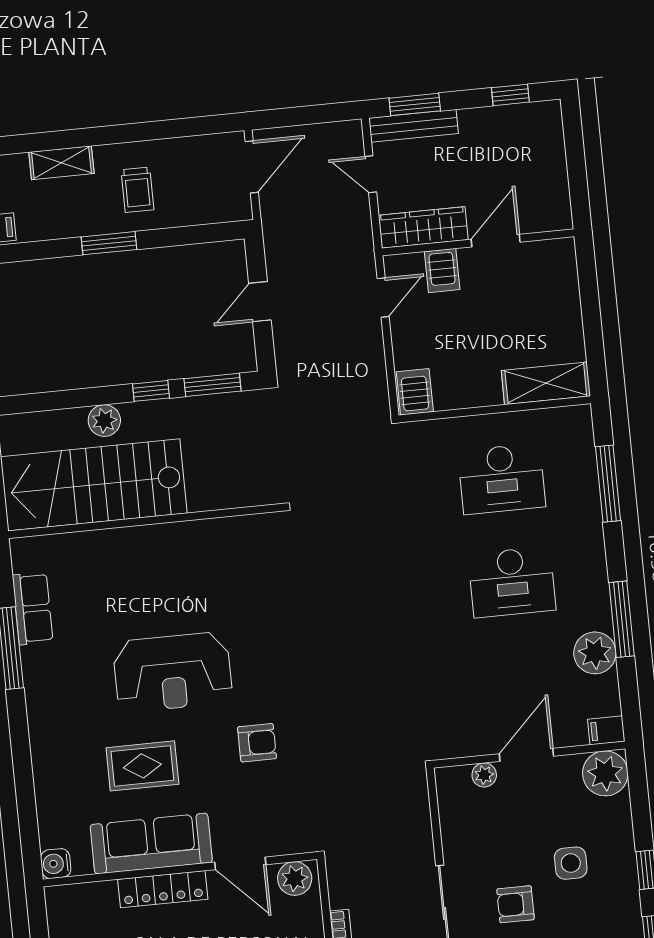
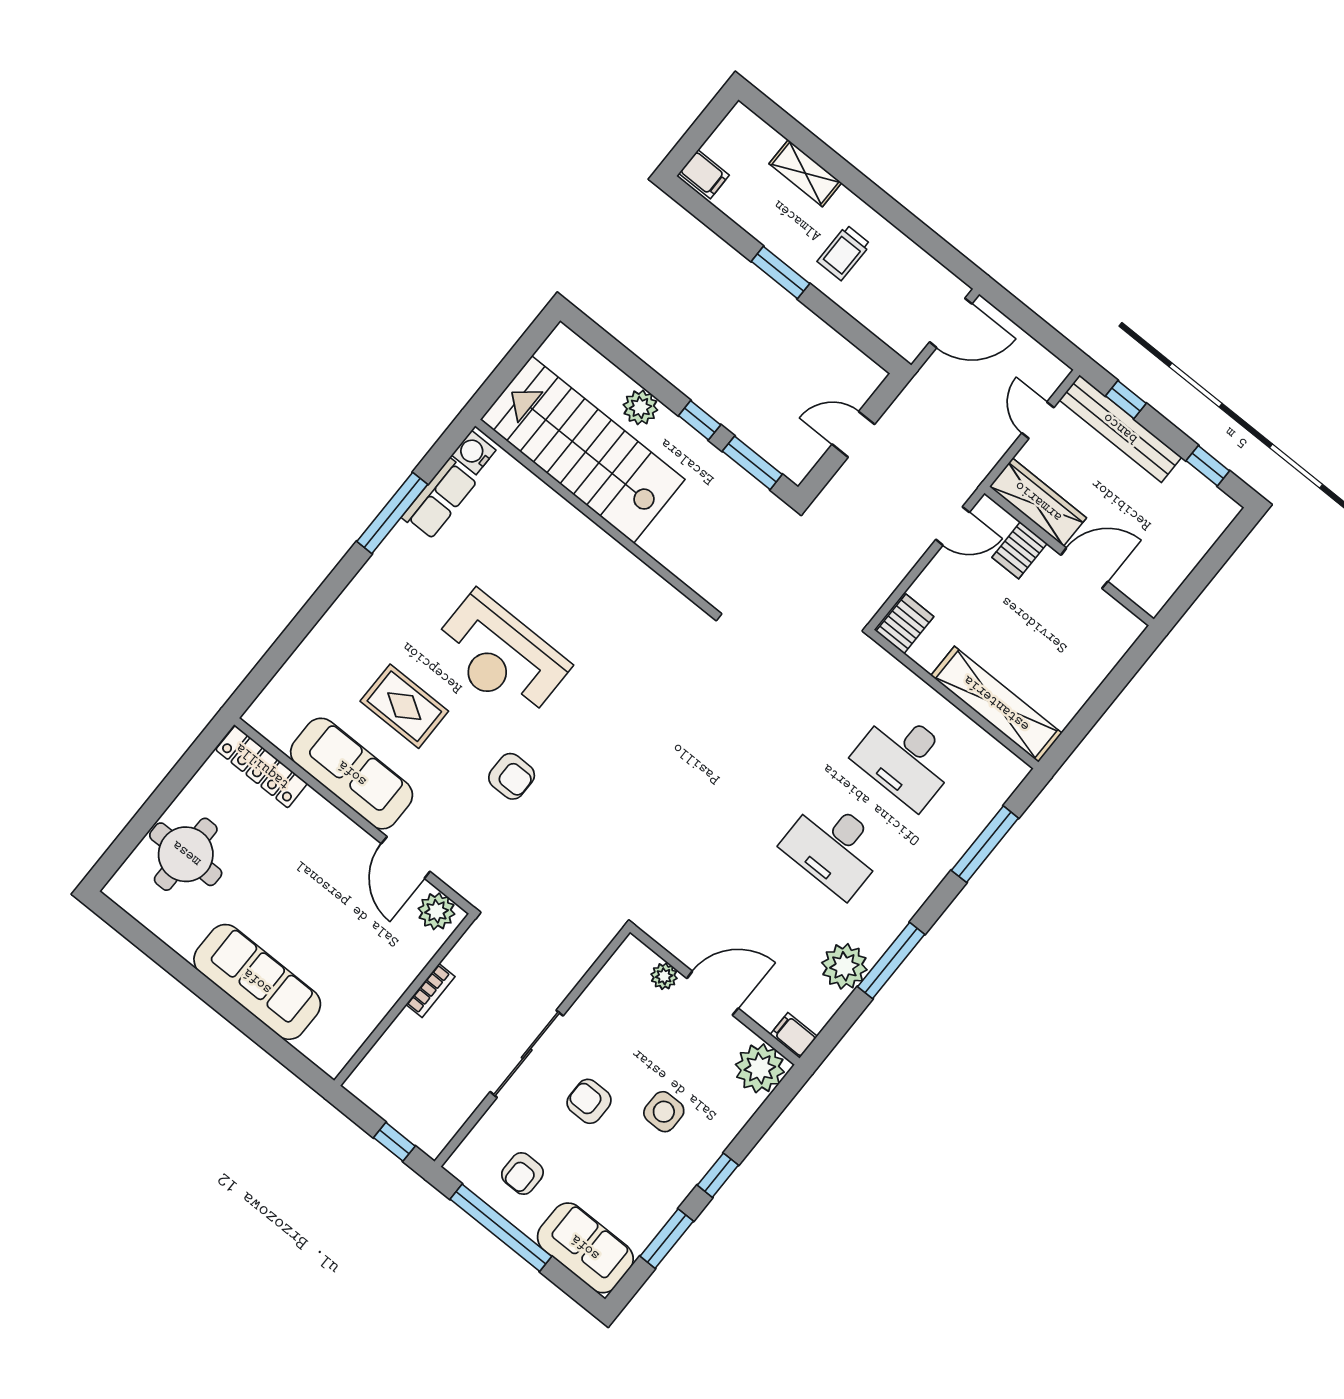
window: (415, 104) -> (1126, 400), width x0.67
bench: (414, 126) -> (1120, 429), width x1.37, depth x1.21
shelving: (546, 383) -> (996, 704), width x1.47
water cooler: (56, 864) -> (474, 453), moved
locker: (163, 889) -> (262, 767), moved

